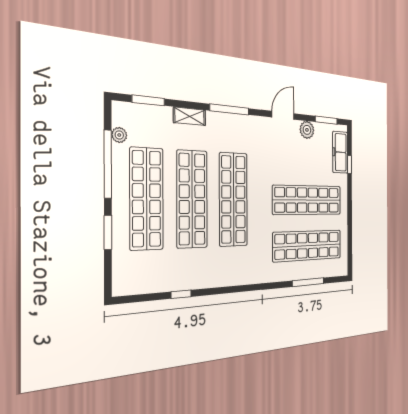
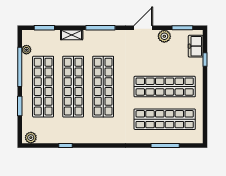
freezer: (340, 152) -> (196, 46), width x0.71
plant: (127, 286) -> (31, 138), added

